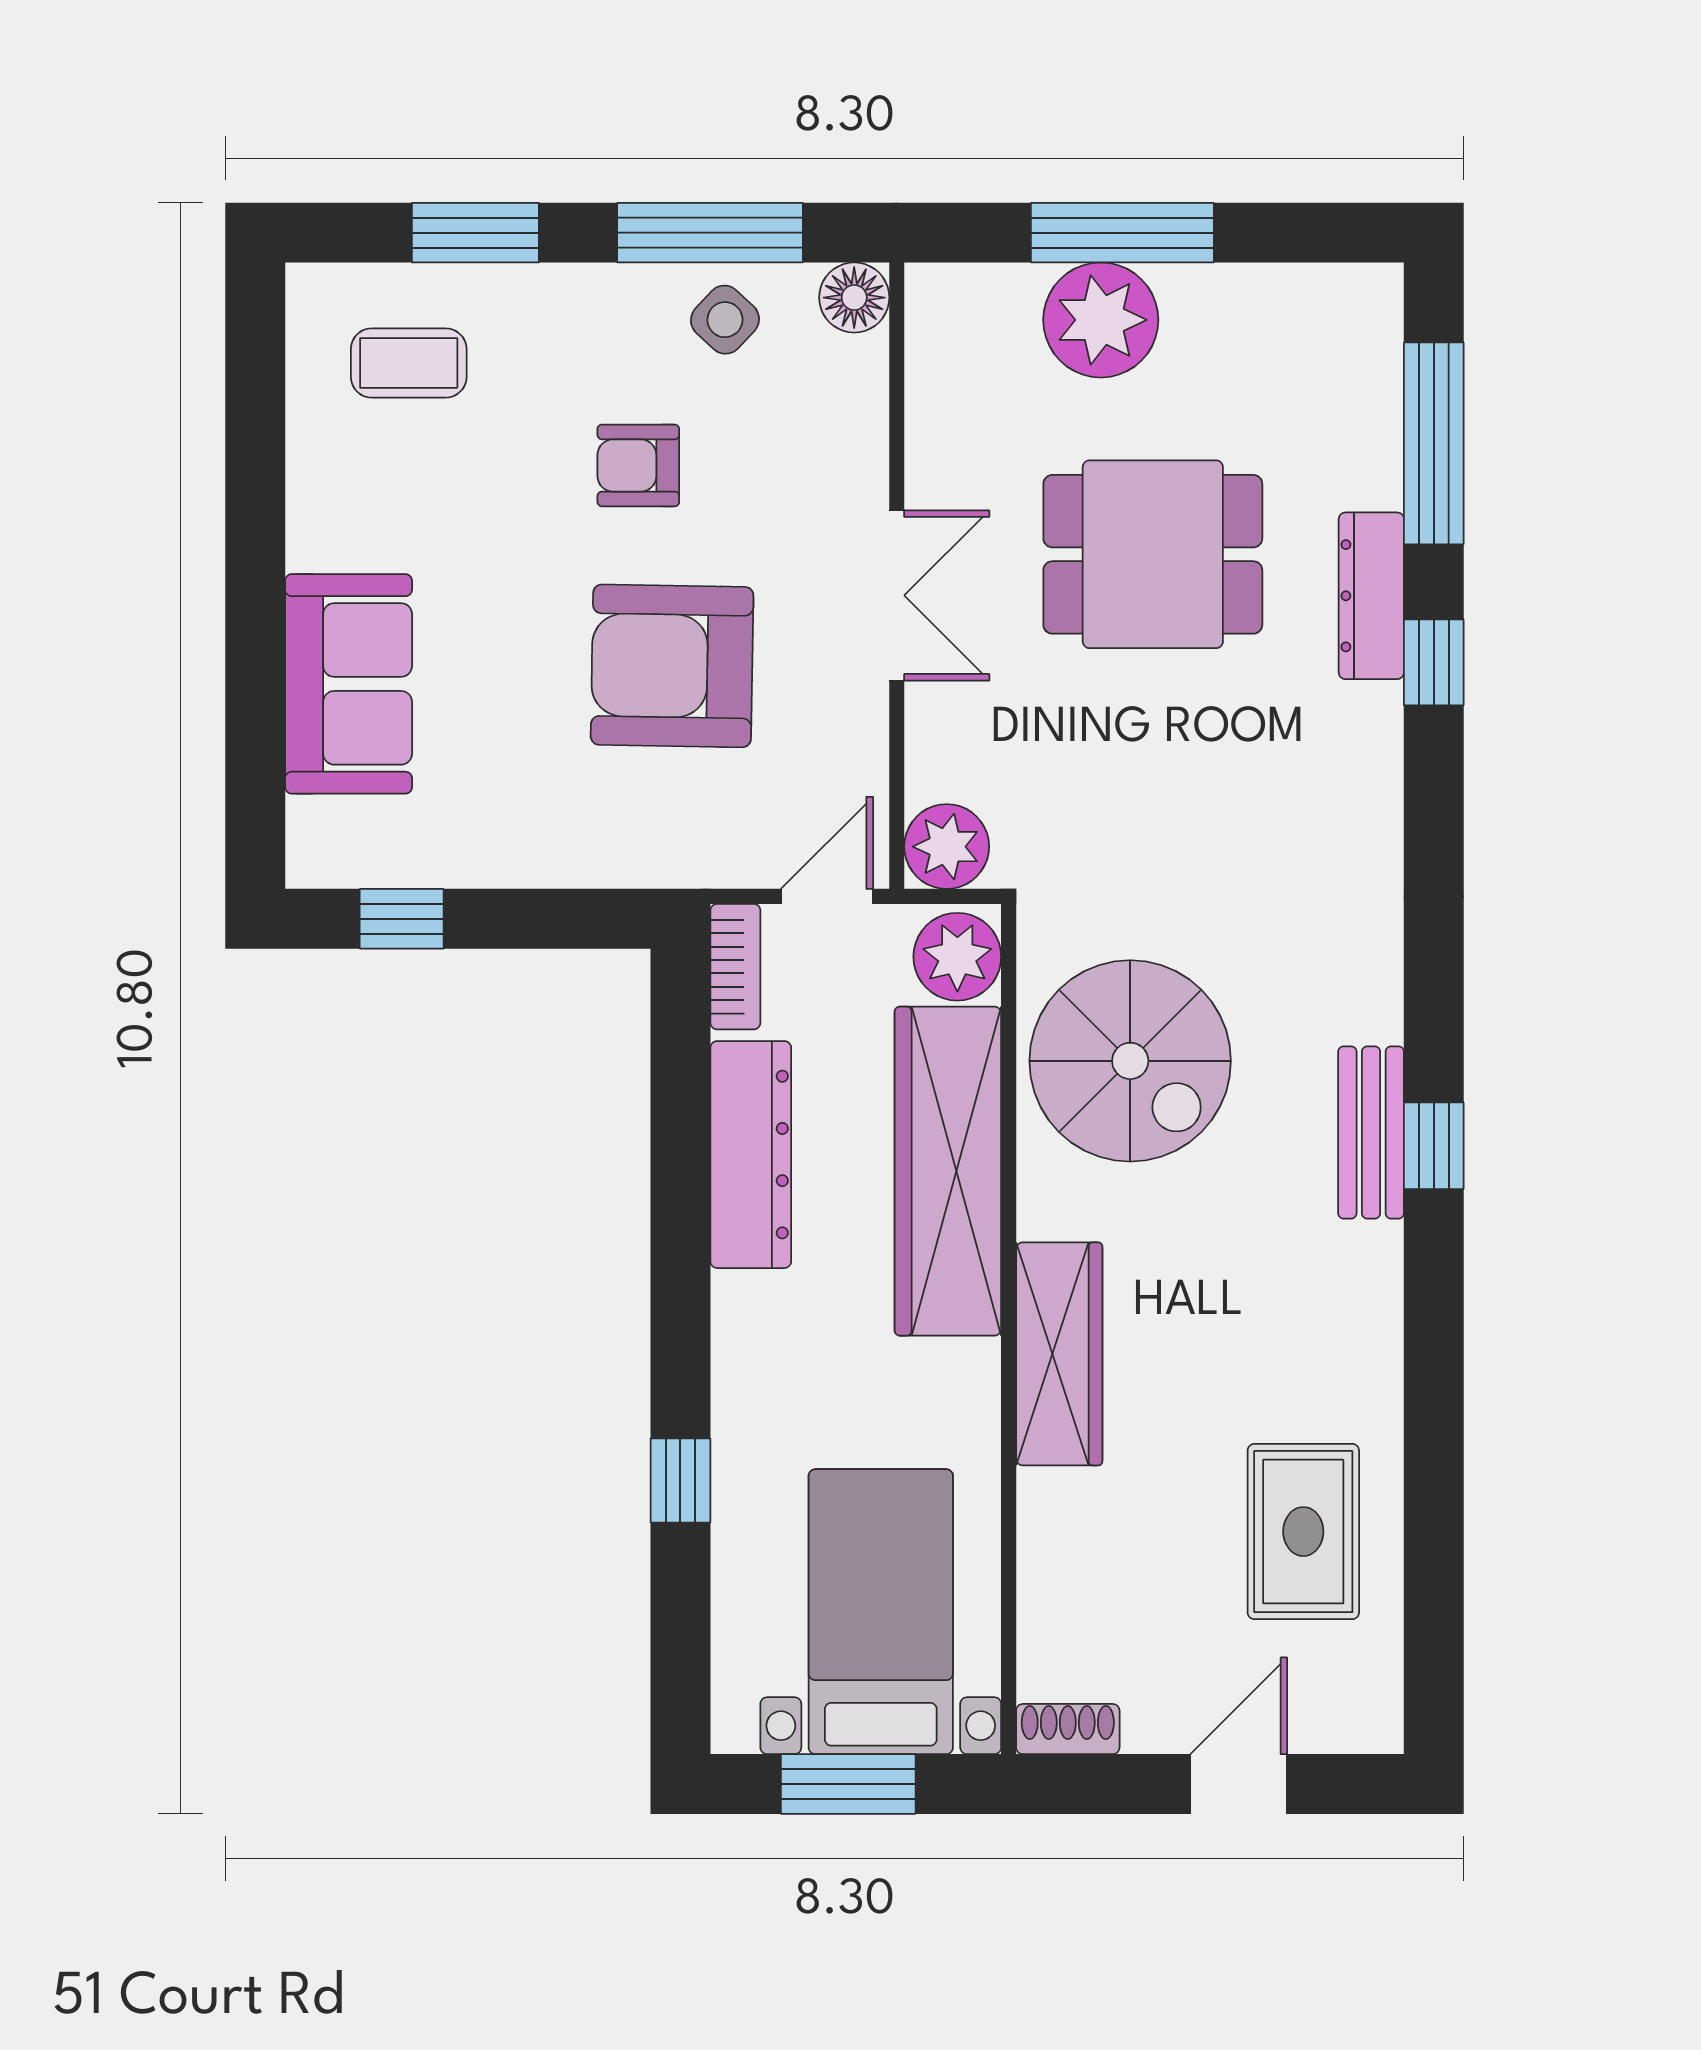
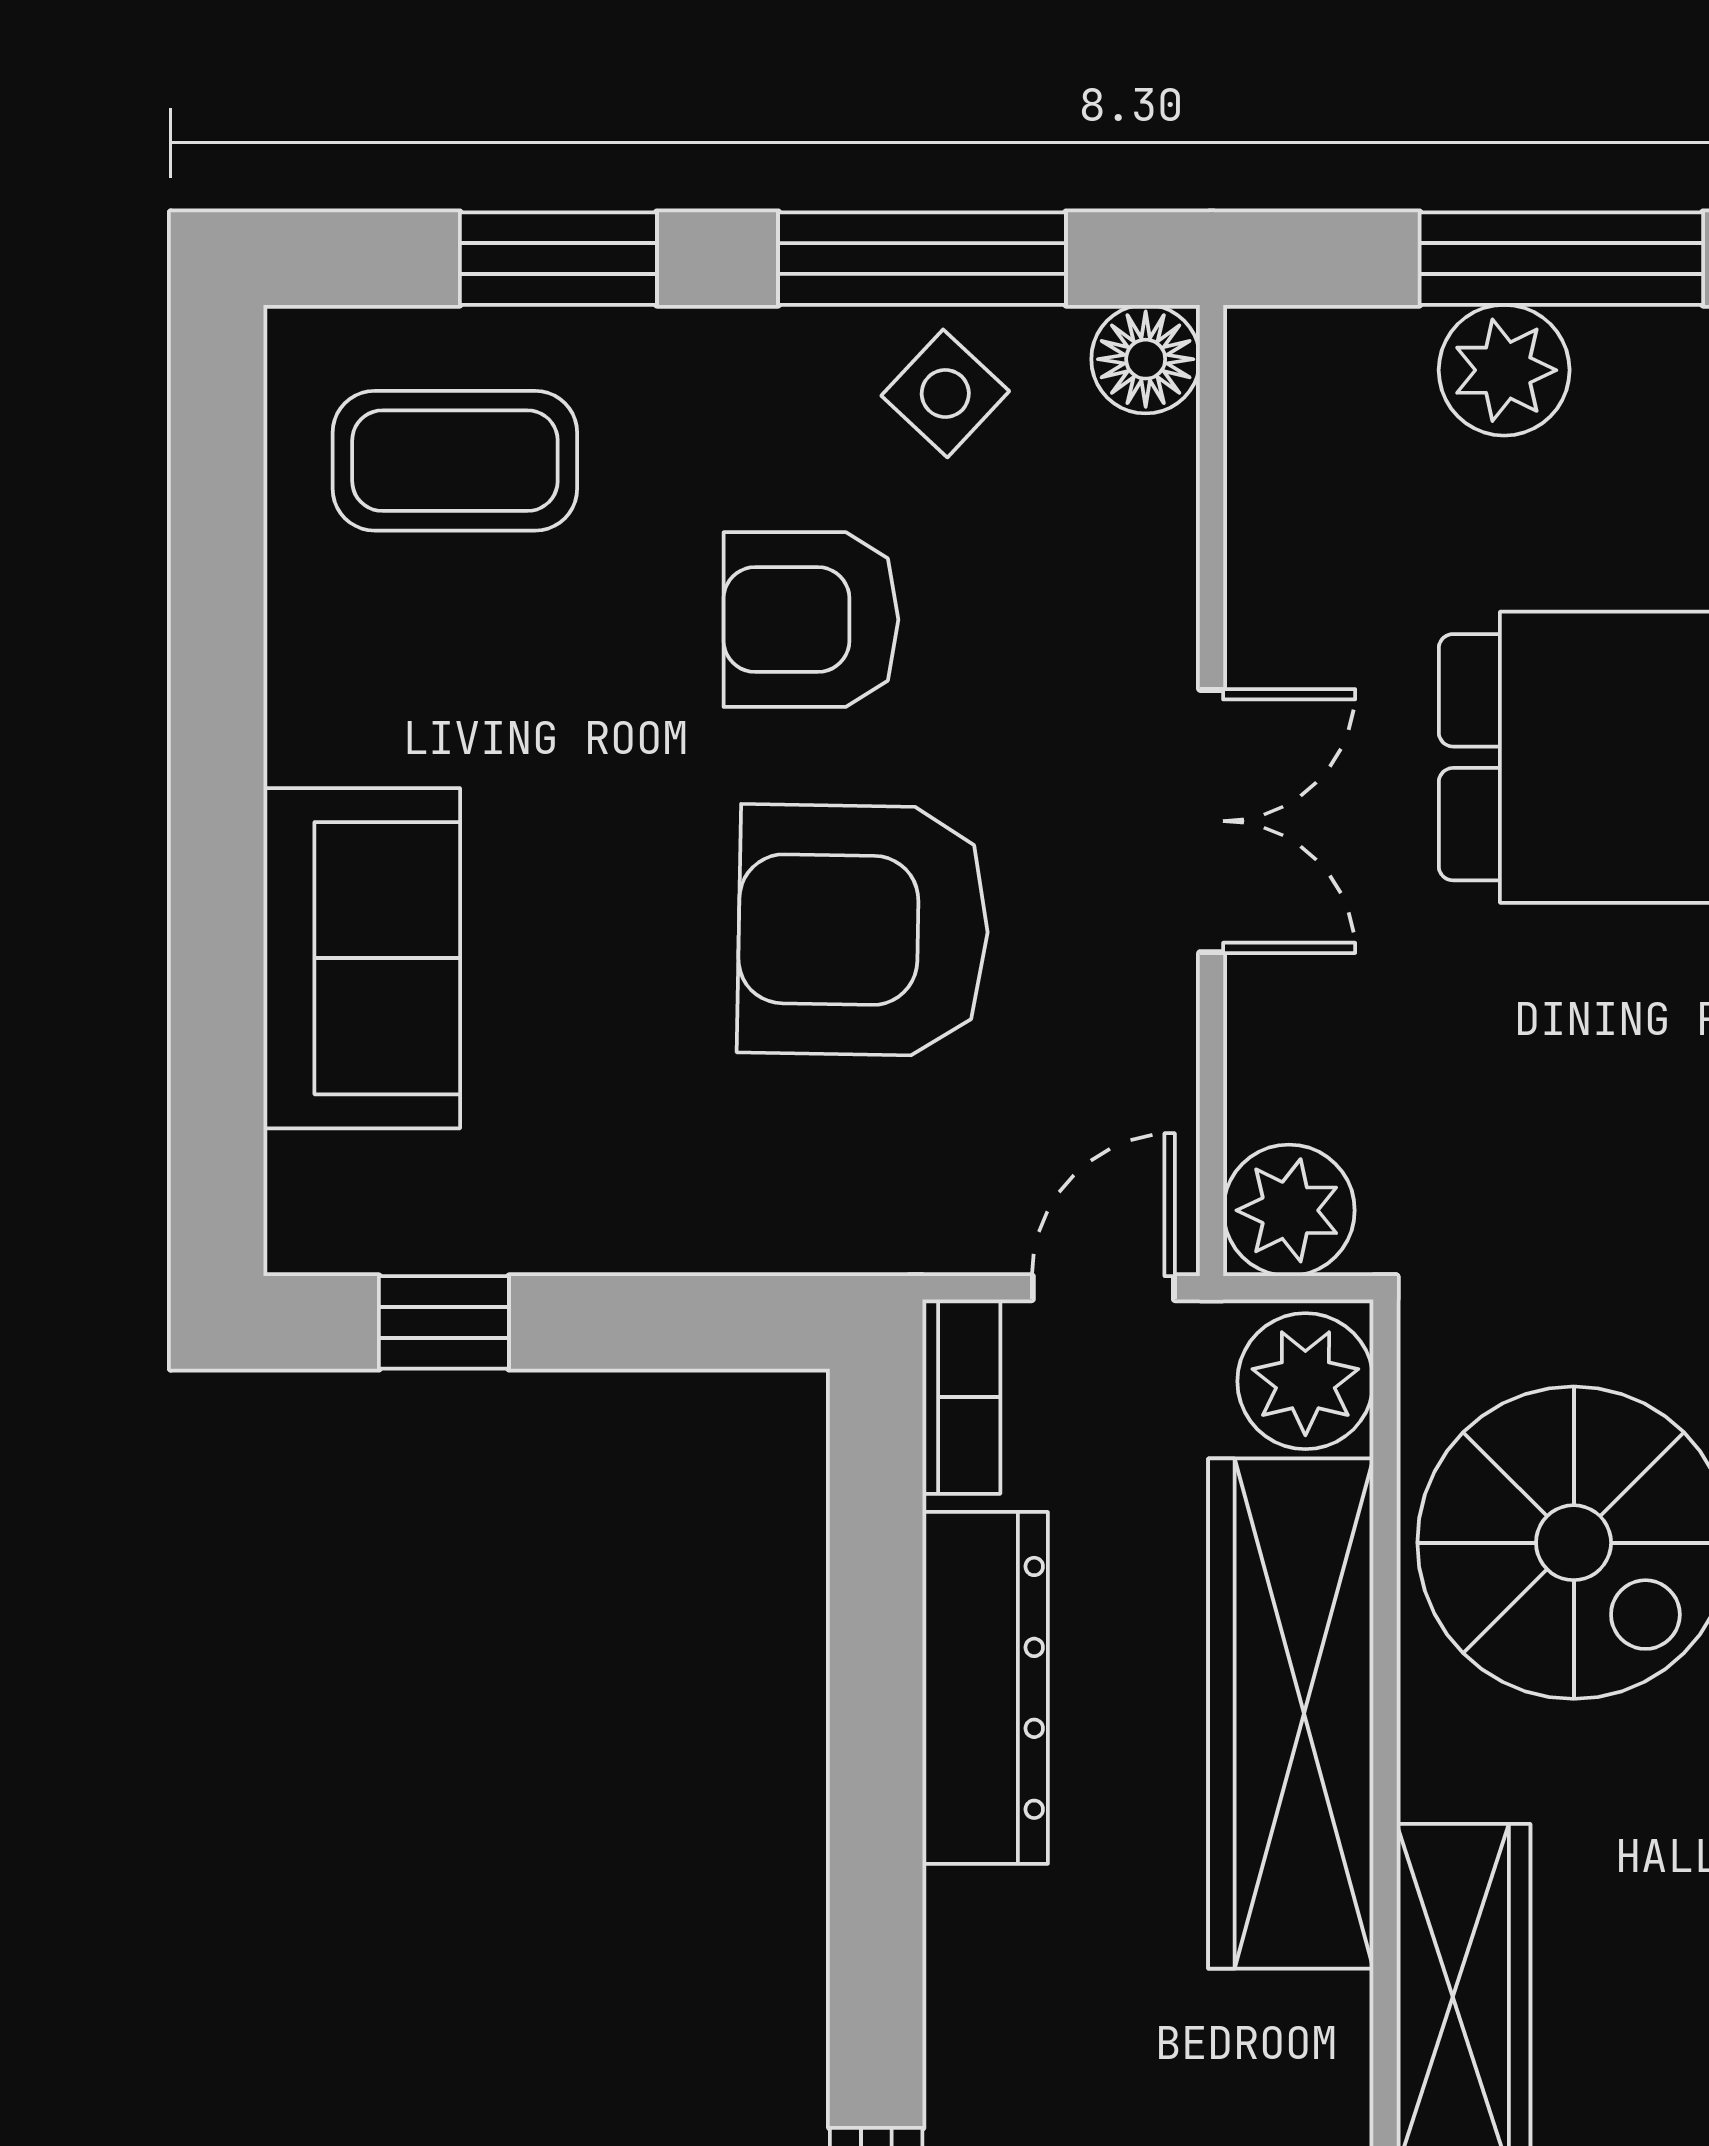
plant: (1101, 320) -> (1504, 370), width x0.73, depth x0.73
coffee table: (409, 363) -> (455, 461), width x1.36, depth x1.30
armchair: (638, 465) -> (811, 620), width x1.38, depth x1.38

